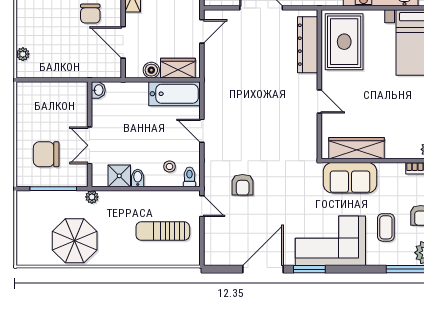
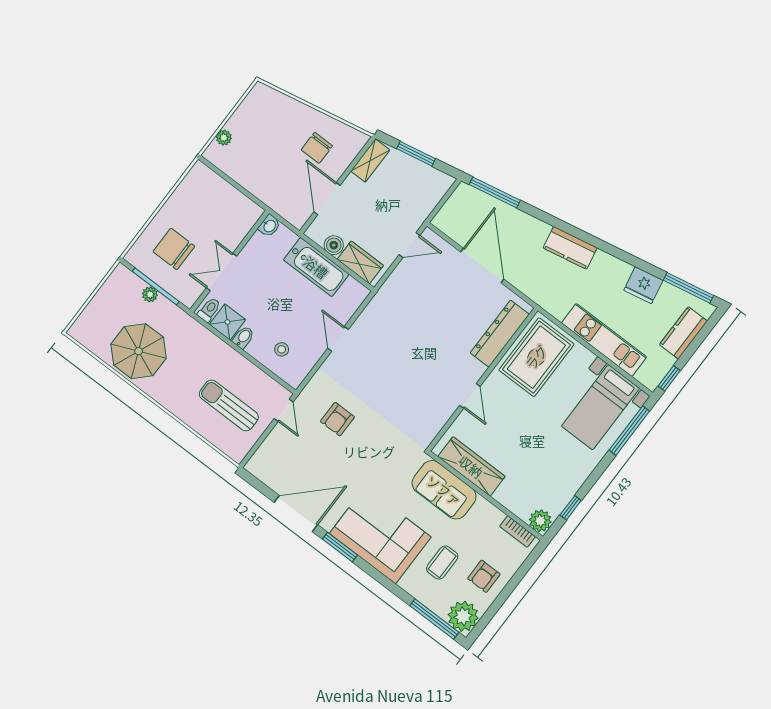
bathtub: (174, 94) -> (316, 267), moved
toilet: (189, 177) -> (209, 310), moved
plant: (92, 197) -> (150, 294), moved

